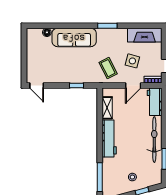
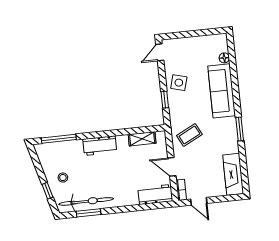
side table: (132, 61) -> (179, 83), moved
workbench: (109, 139) -> (100, 146), width x0.73
bicycle: (154, 140) -> (86, 201), moved

